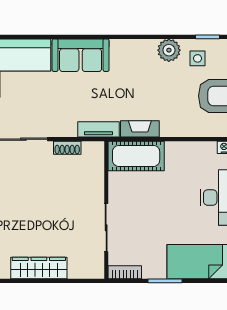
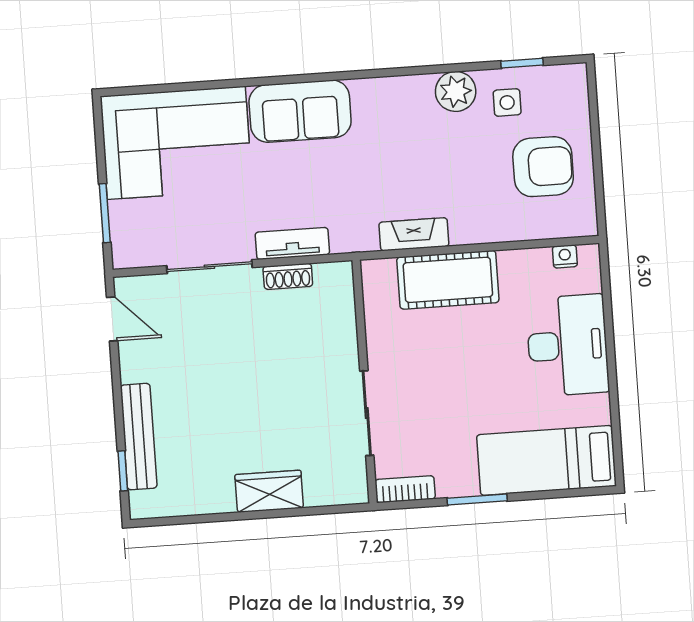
tv unit: (98, 129) -> (292, 243), moved
cot: (136, 156) -> (448, 280), moved
wardrobe: (39, 268) -> (269, 491), width x0.67

